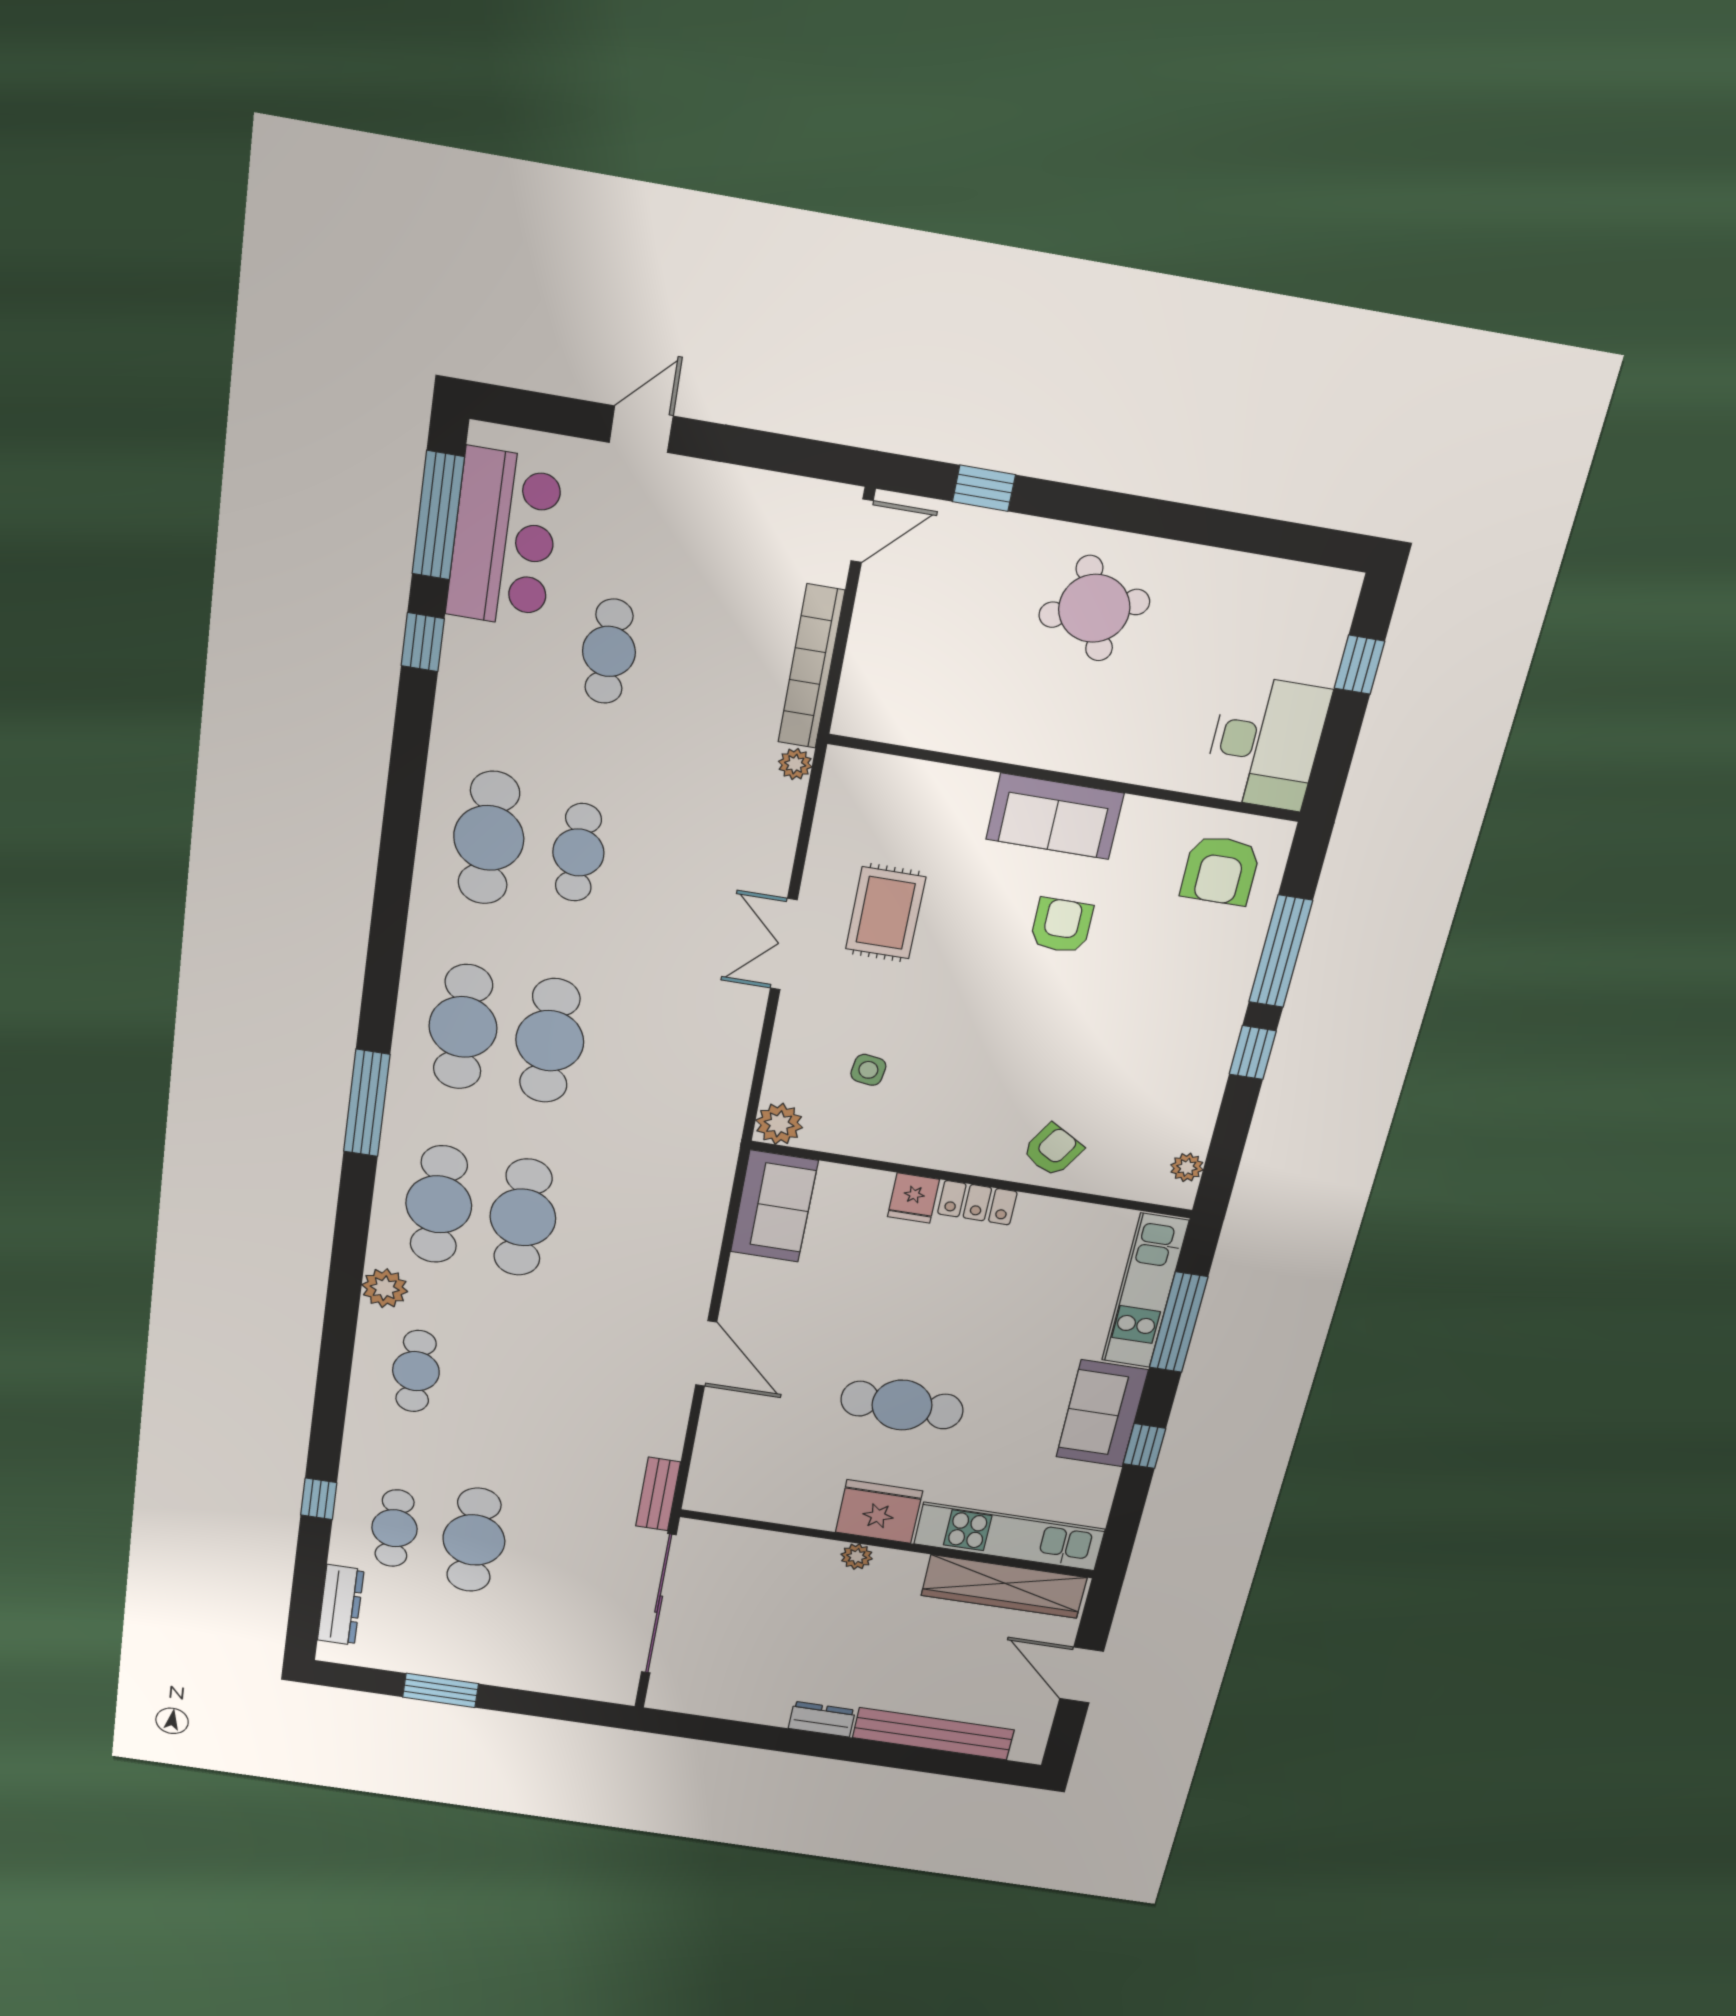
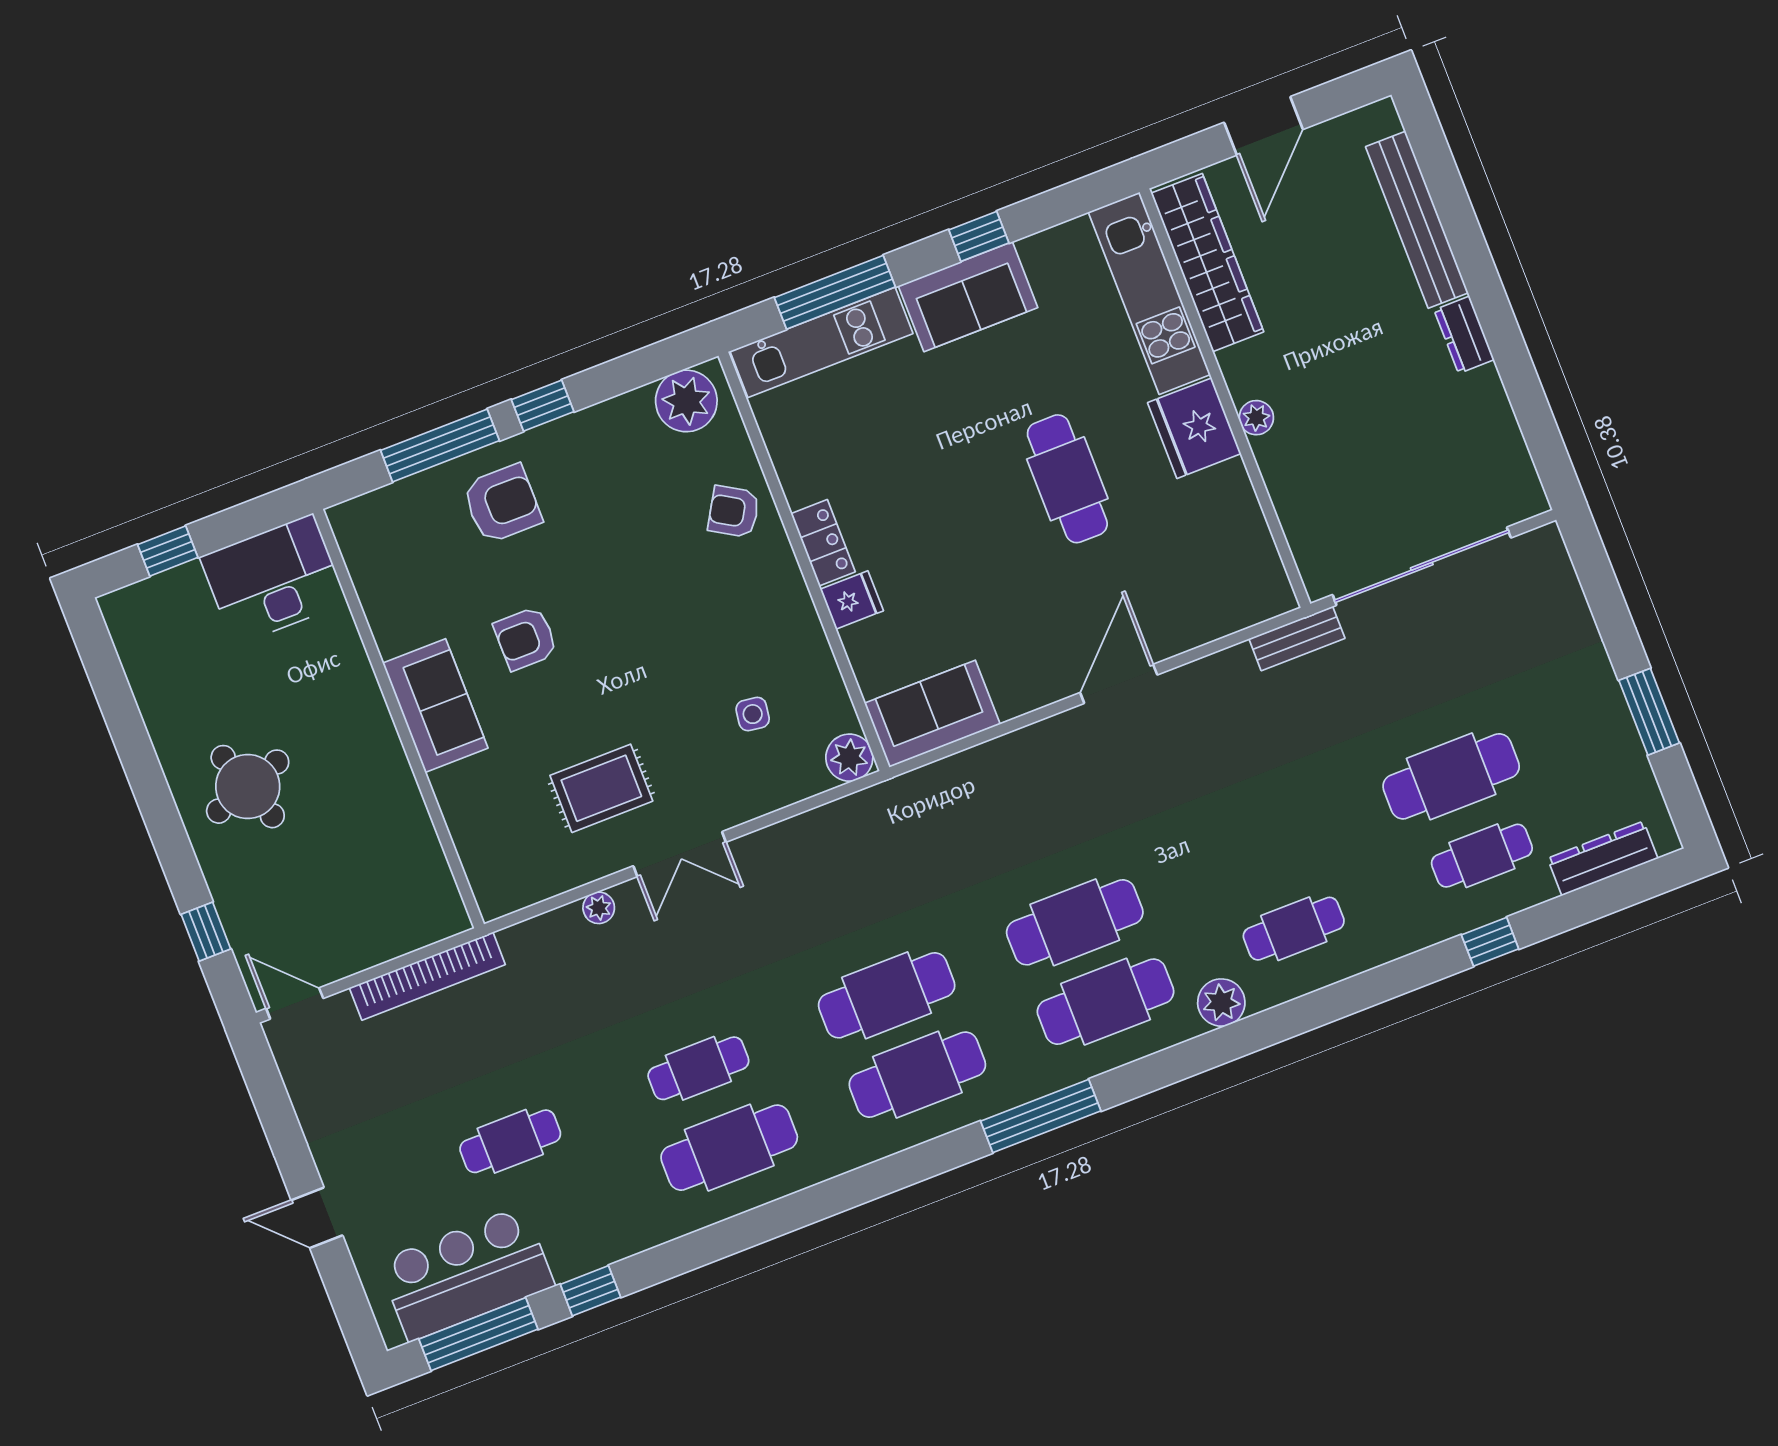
plant: (795, 764) -> (599, 908), moved
armchair: (1220, 870) -> (502, 504), moved
plant: (1187, 1167) -> (686, 401), width x1.88, depth x1.88

